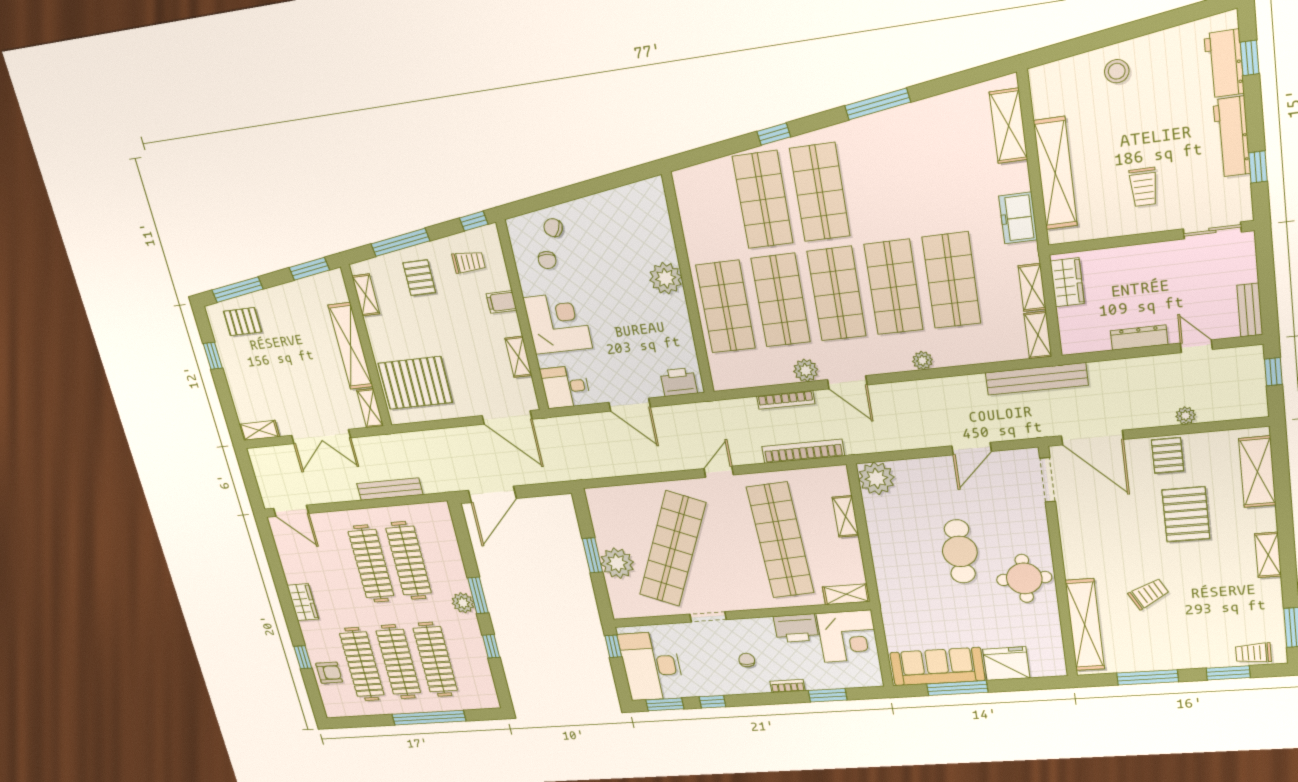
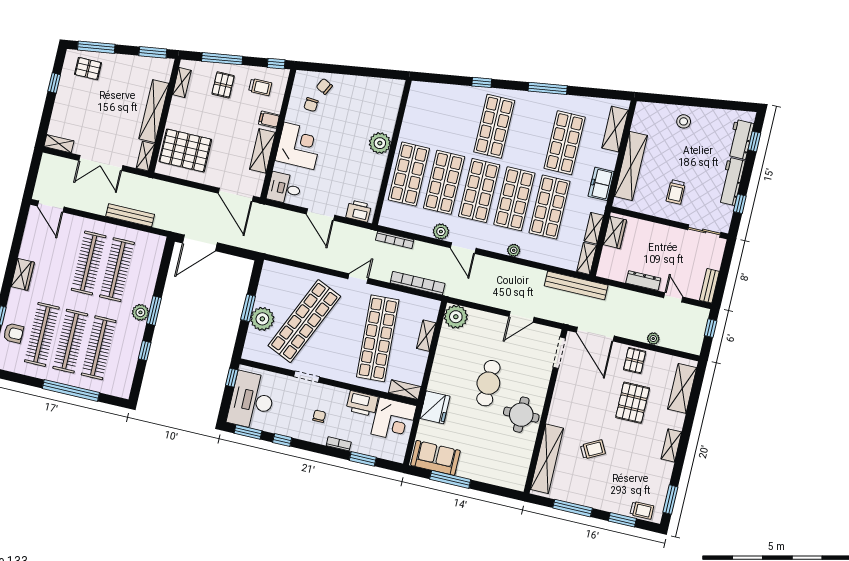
shop shelf: (763, 200) -> (565, 143), moved
shelving: (518, 357) -> (262, 151), width x1.50, depth x1.33
bookcase: (786, 400) -> (395, 240), moved
trolley: (1253, 653) -> (642, 510), turned 180
fridge: (1006, 664) -> (435, 407), moved, turned 90
sofa: (937, 667) -> (435, 458), width x0.73

